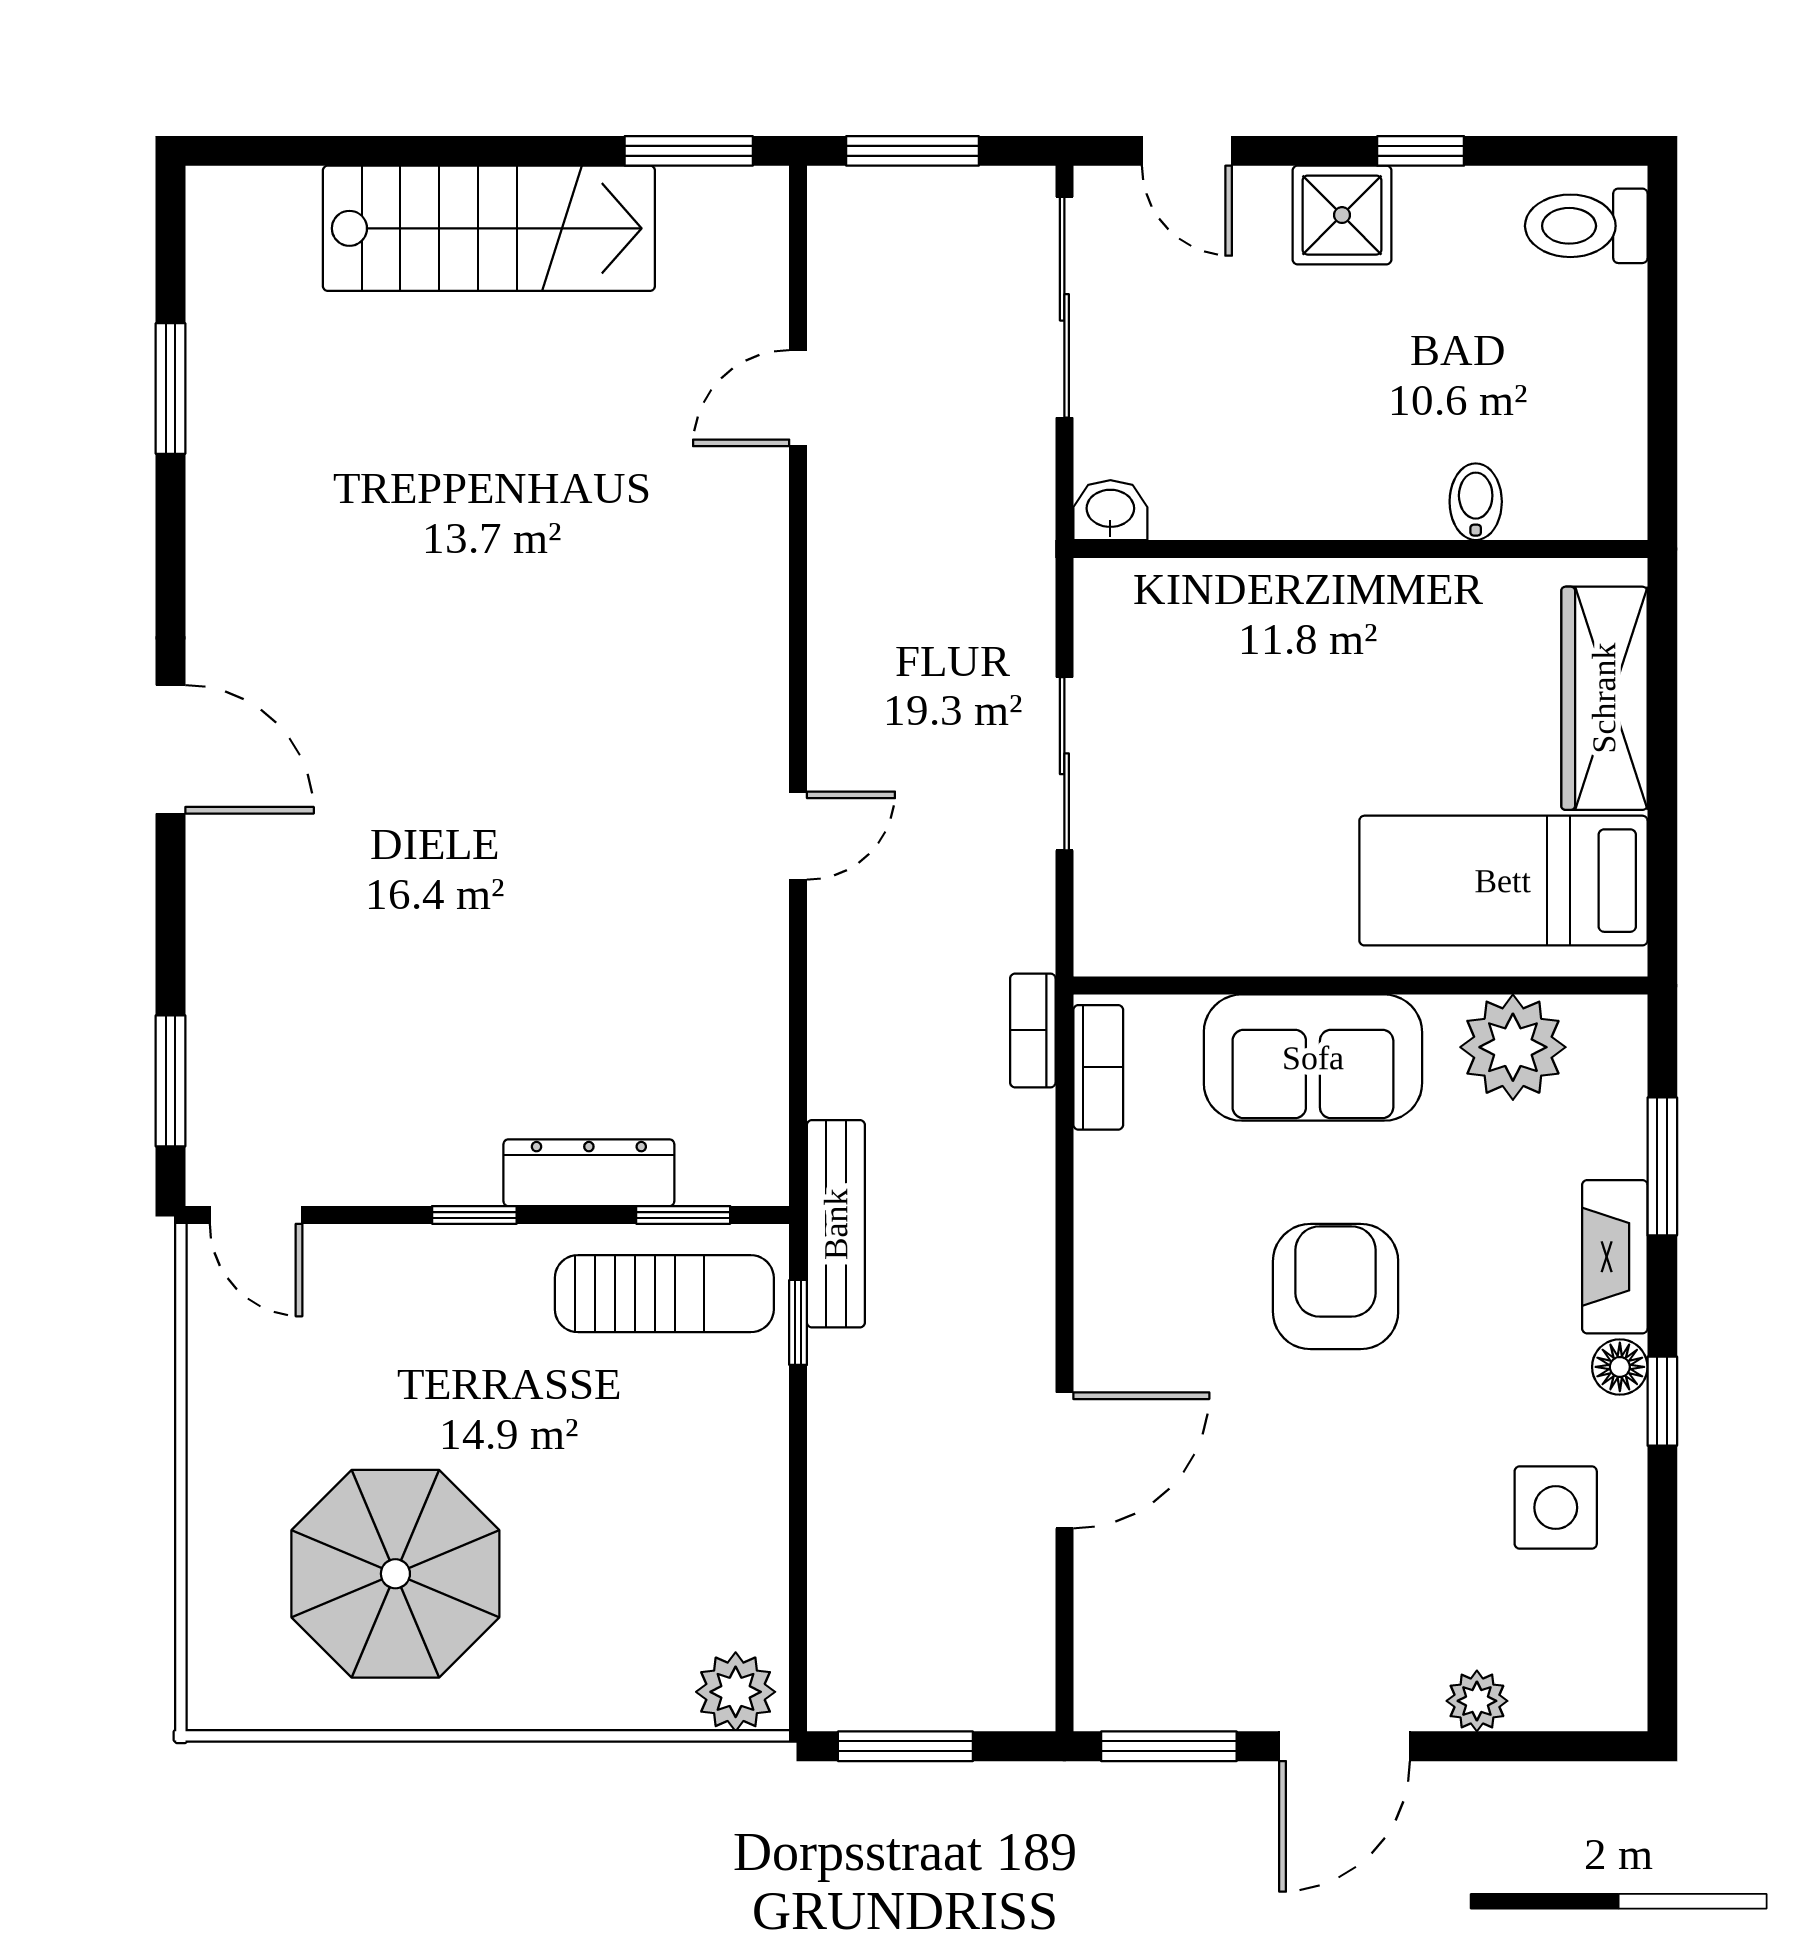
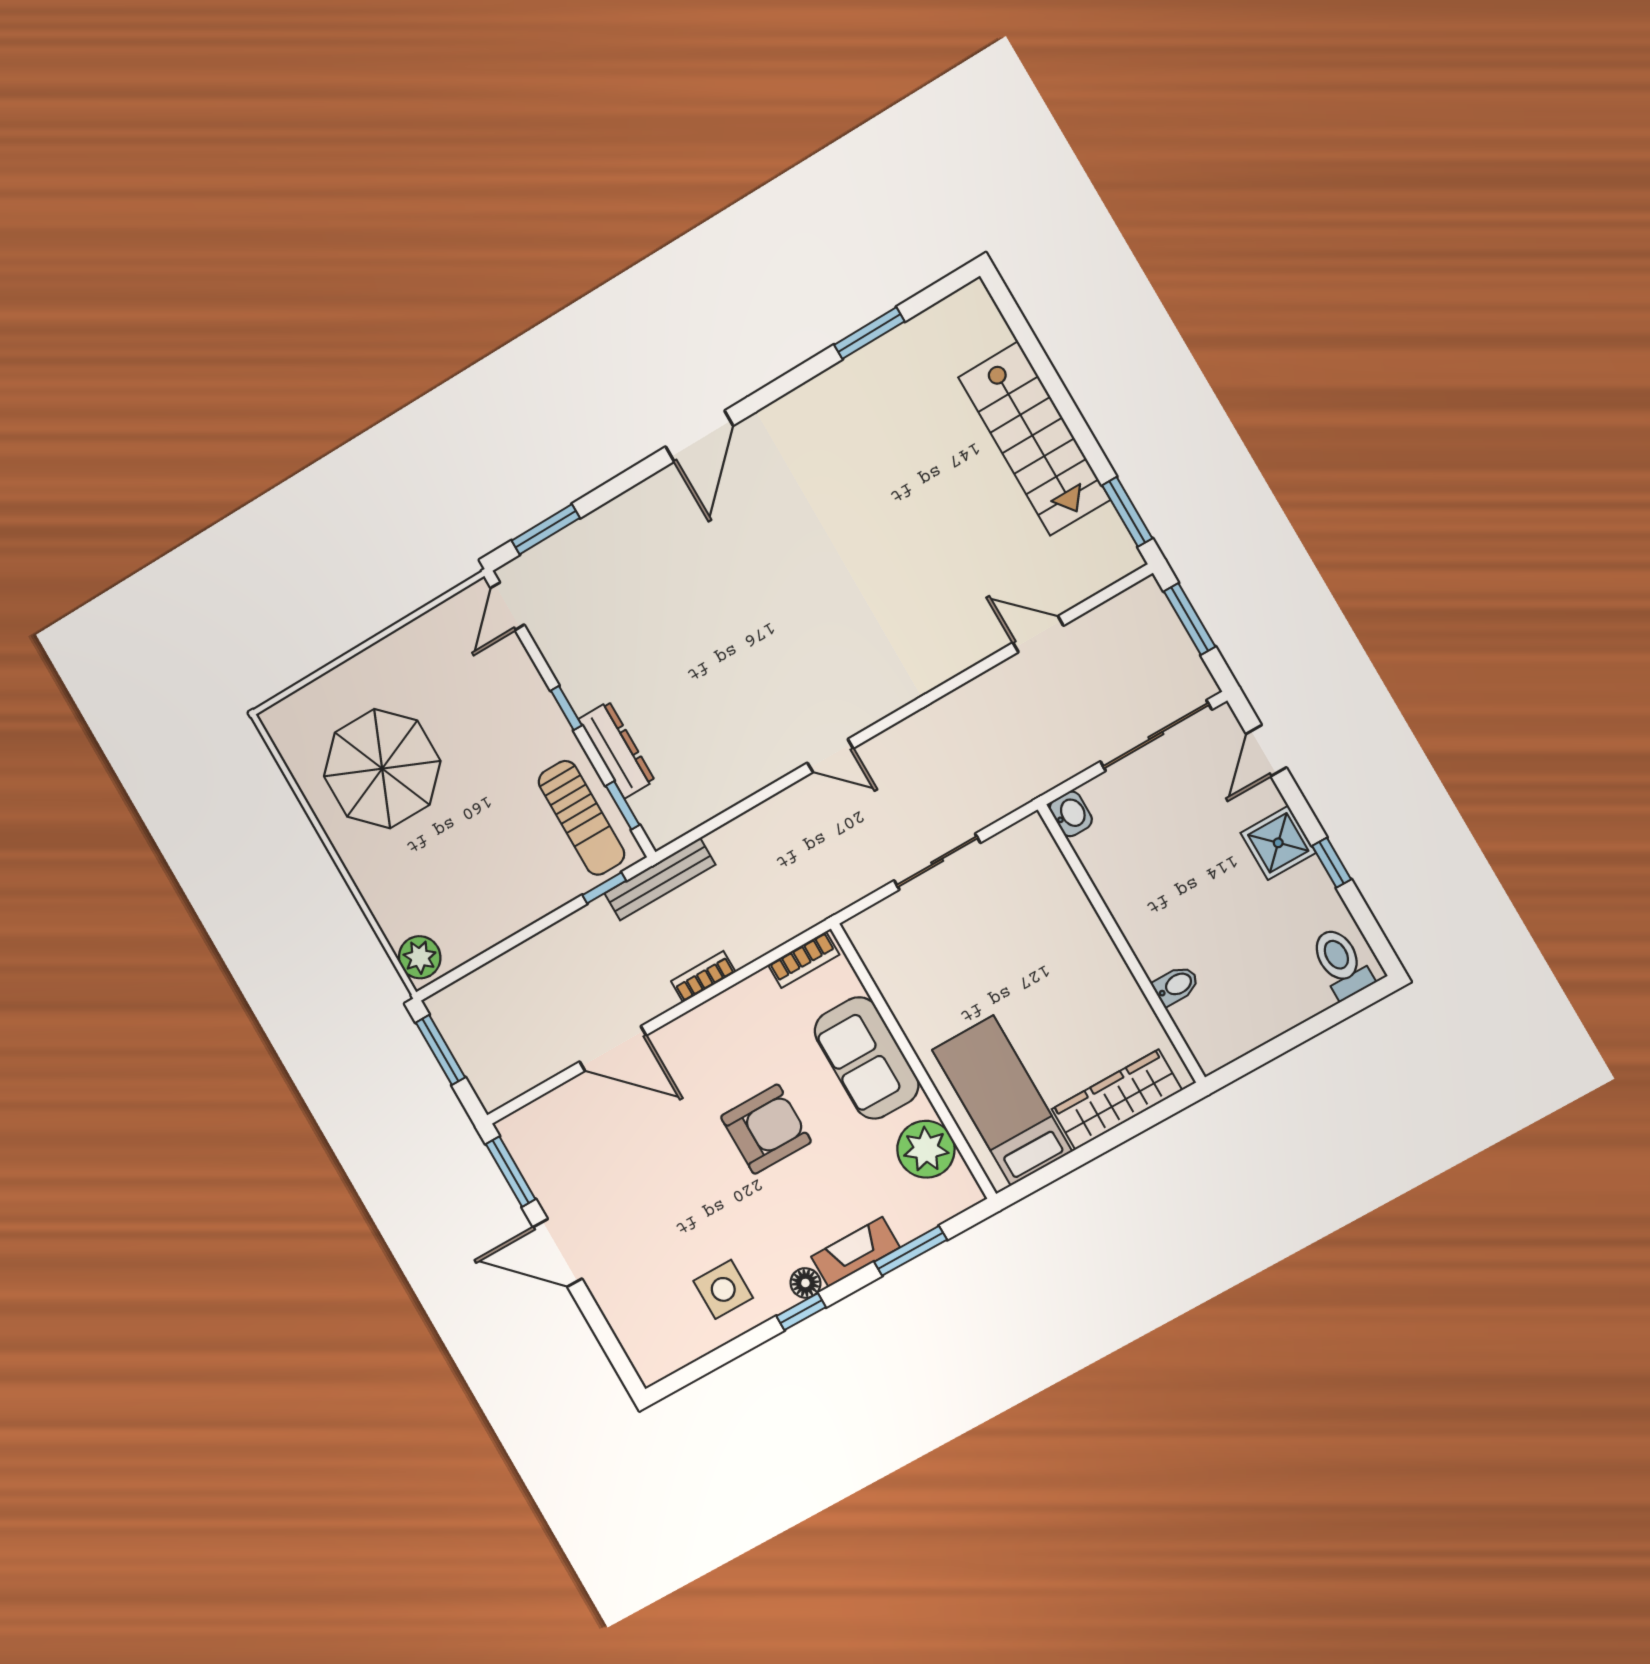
bookcase: (1033, 1030) -> (703, 977), moved
plant: (1477, 1701) -> (613, 1303), removed

